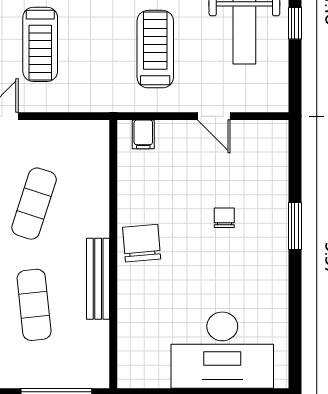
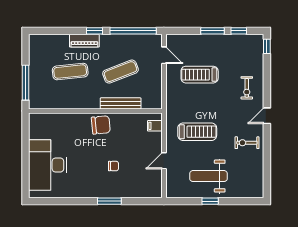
exercise mat: (34, 204) -> (120, 72), turned -39
bench: (98, 279) -> (121, 103), moved

